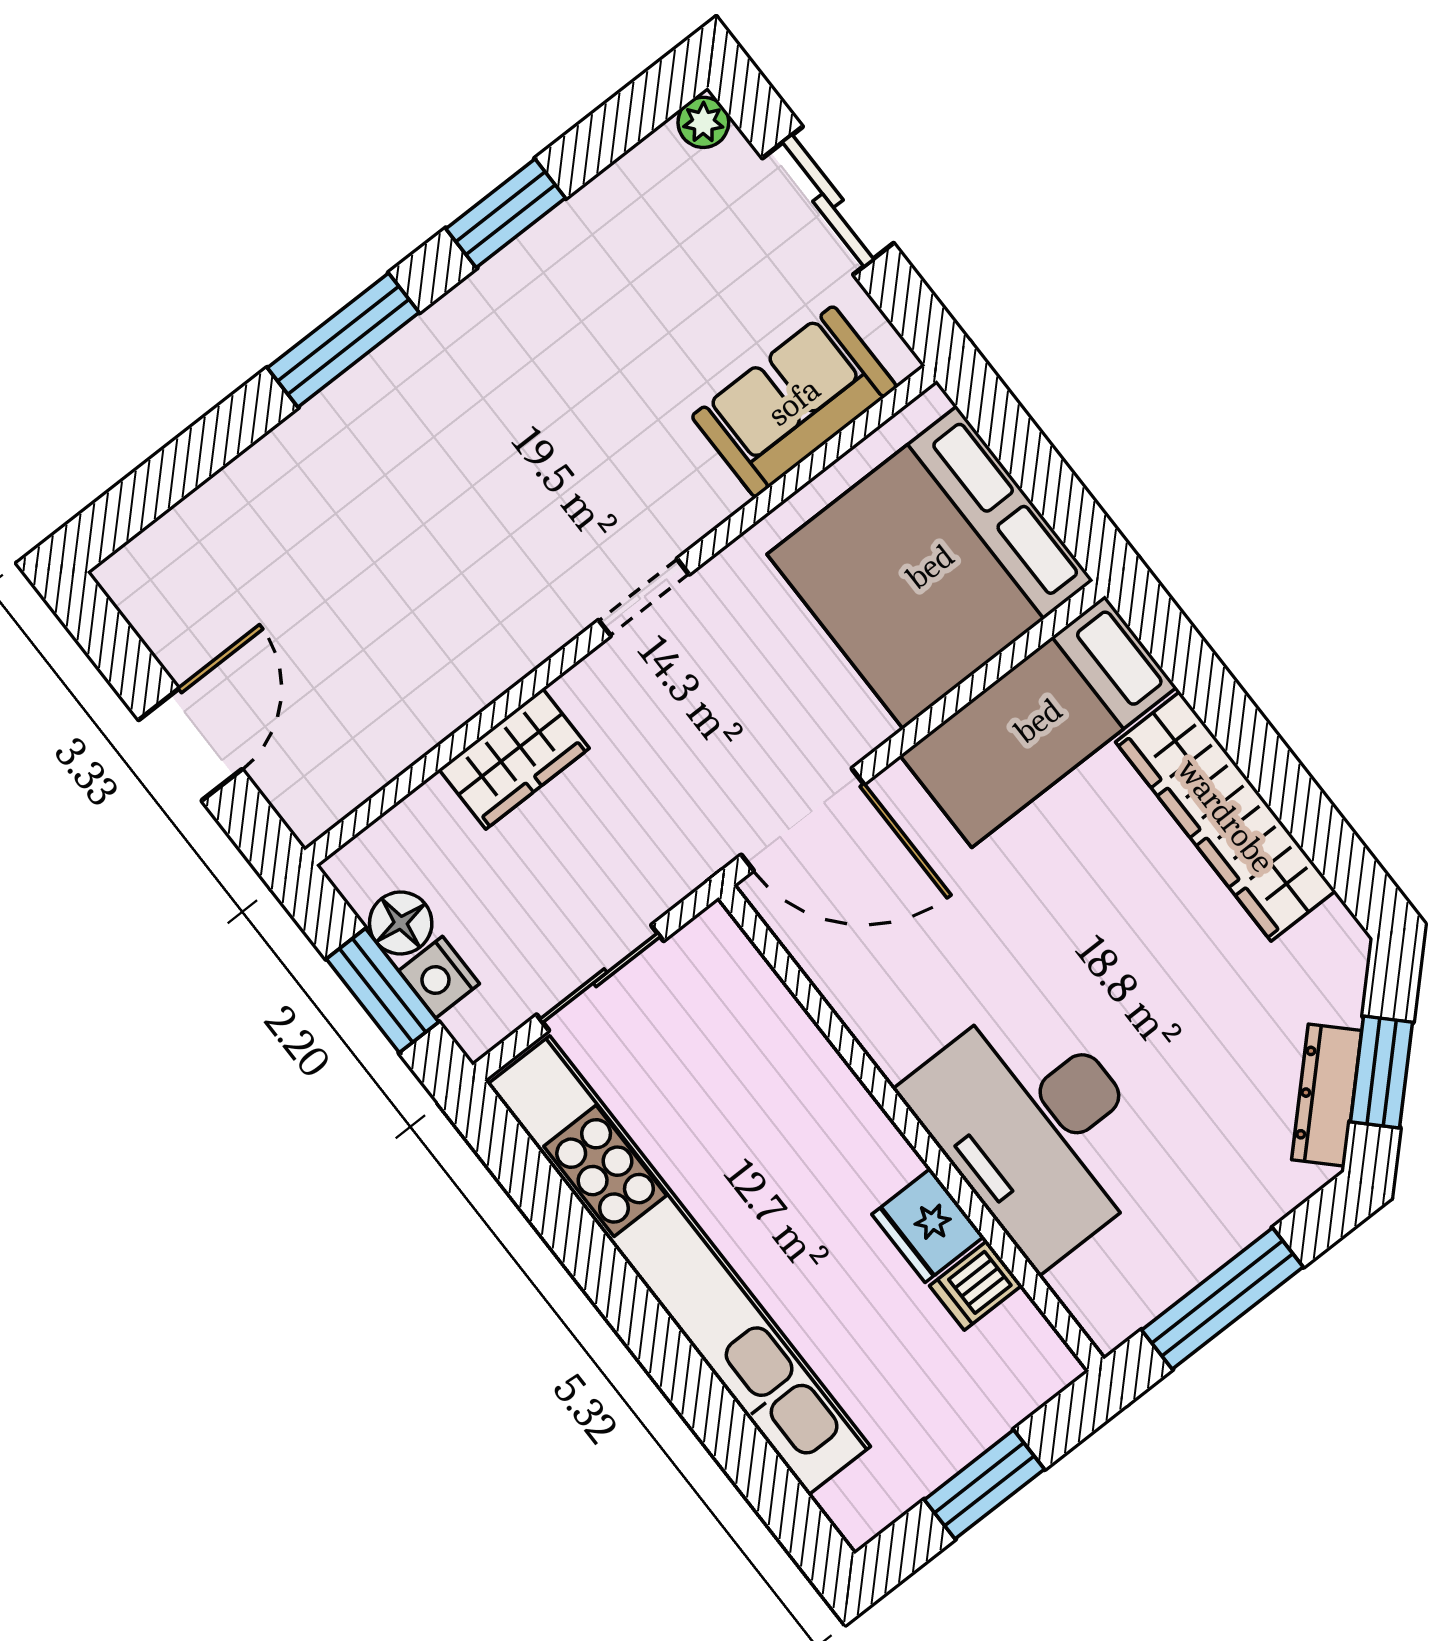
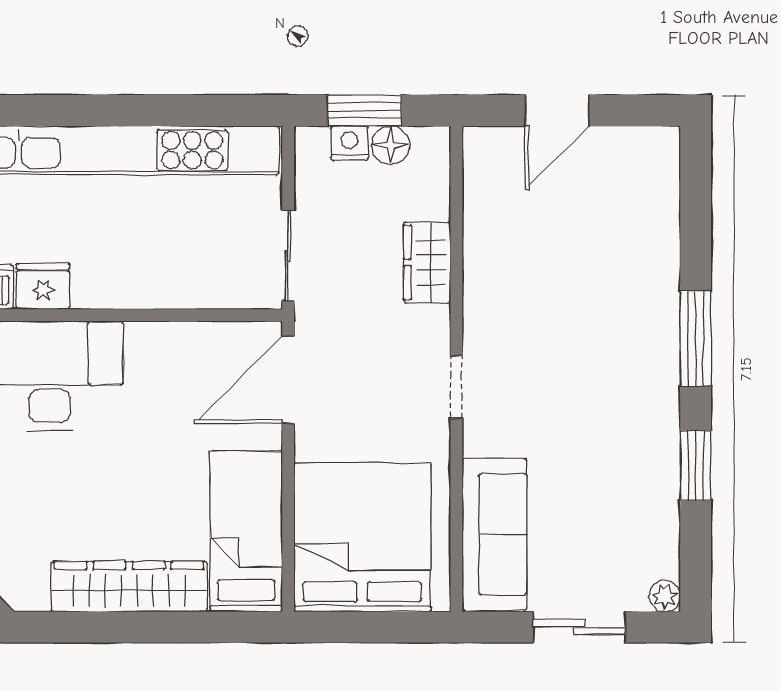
sofa: (794, 402) -> (494, 534), width x1.36
door: (190, 745) -> (557, 110), hinge flipped
sliding door: (600, 978) -> (288, 256), moved

